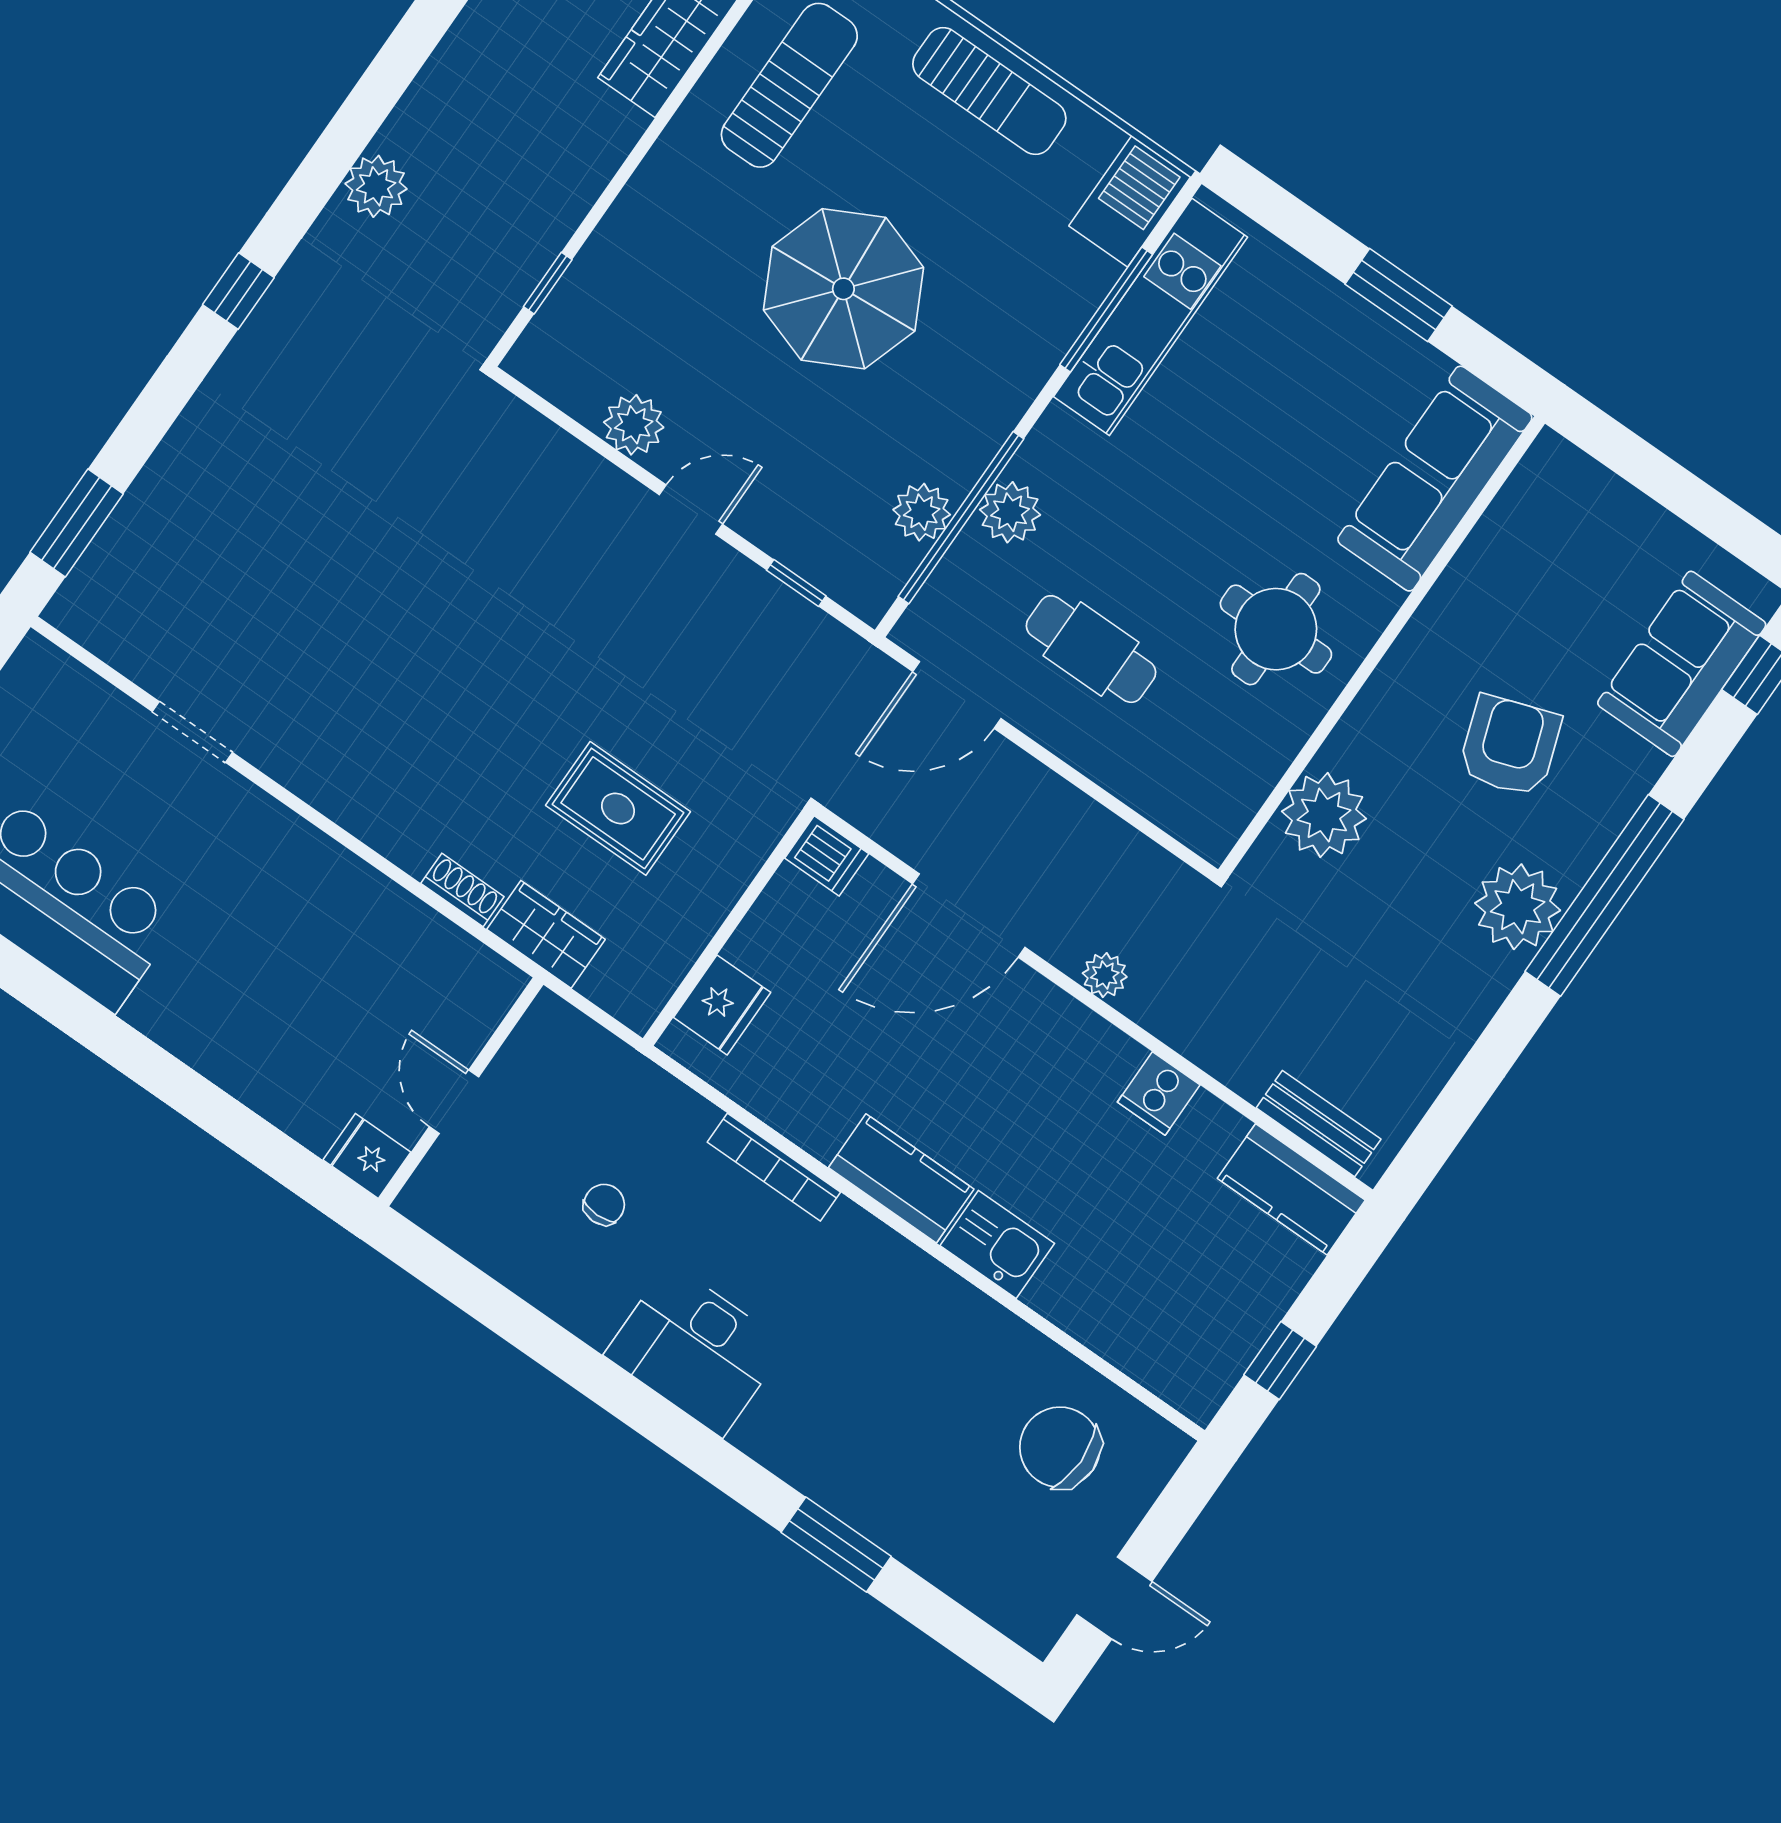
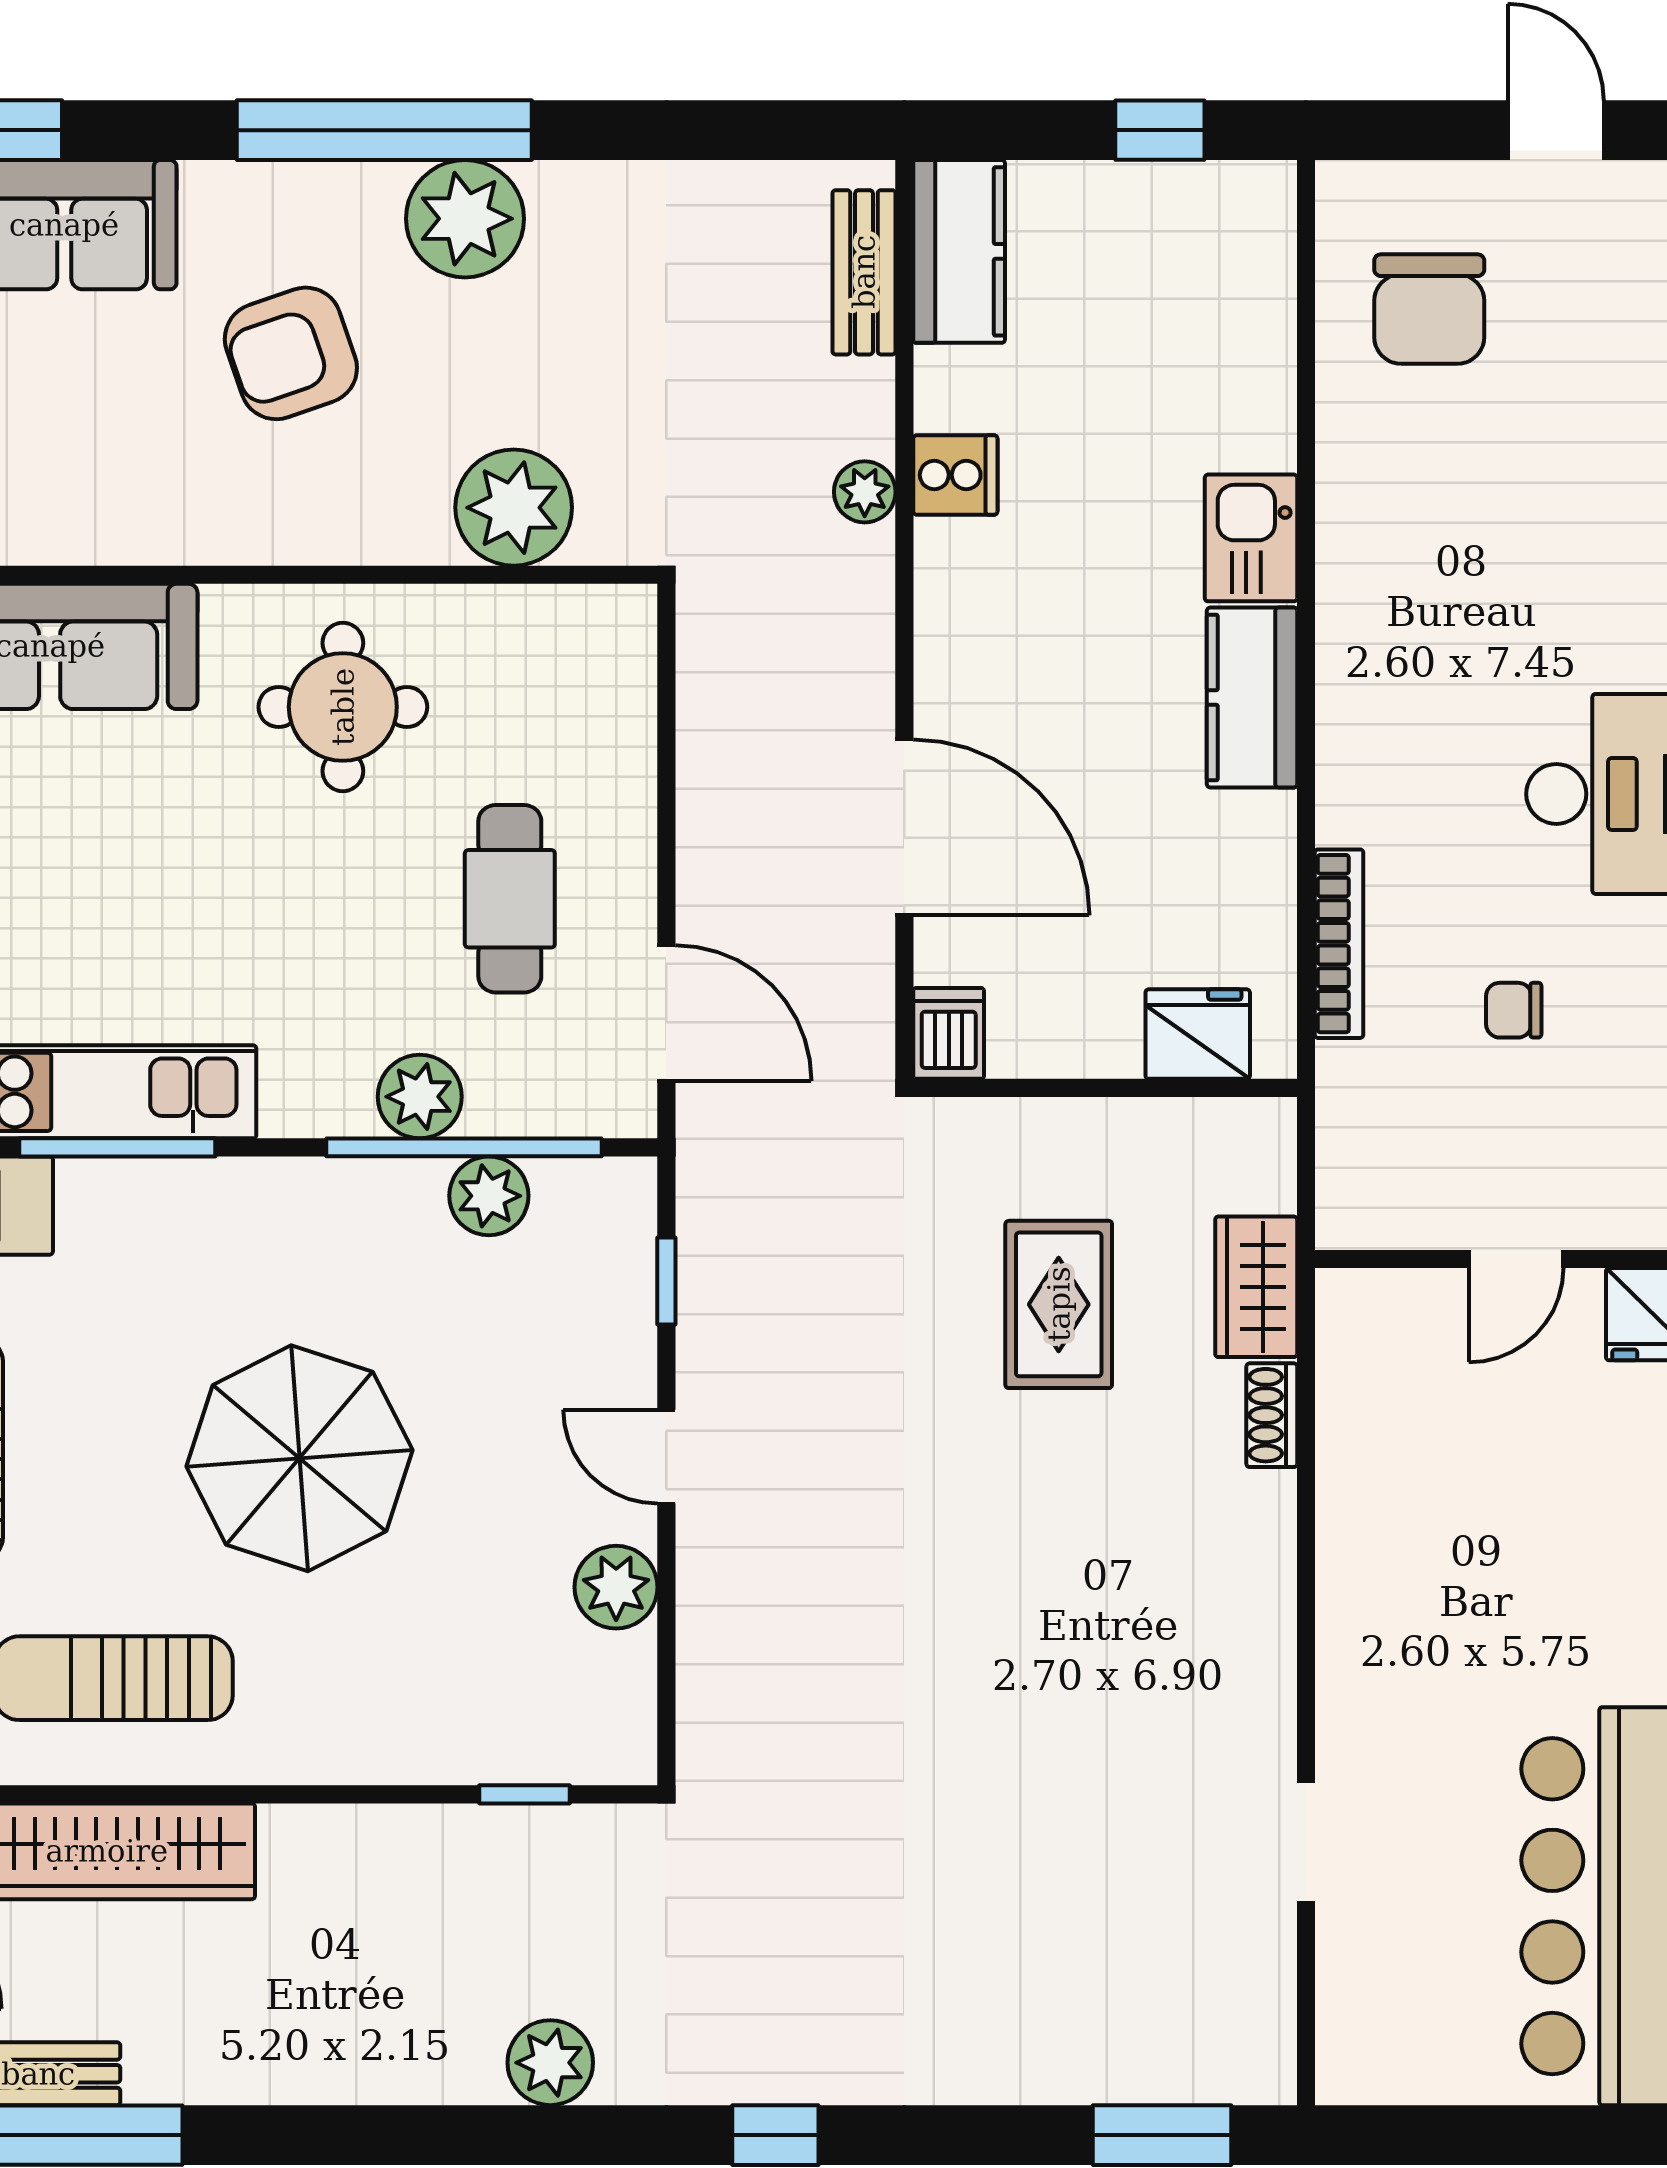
plant: (1105, 975) -> (865, 492), moved
bookcase: (774, 1167) -> (1339, 944), moved

